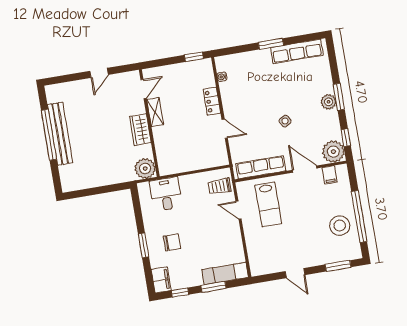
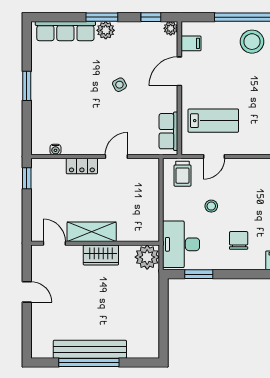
row of seats: (297, 51) -> (65, 31), moved, turned 90
shelving: (155, 112) -> (92, 232), width x1.50, depth x1.33
plant: (333, 152) -> (171, 28), width x0.53, depth x0.53
row of seats: (261, 167) -> (168, 131), width x0.68
desk: (166, 194) -> (181, 244), width x1.37
stool: (197, 215) -> (211, 206), added
window: (143, 245) -> (199, 274), moved

